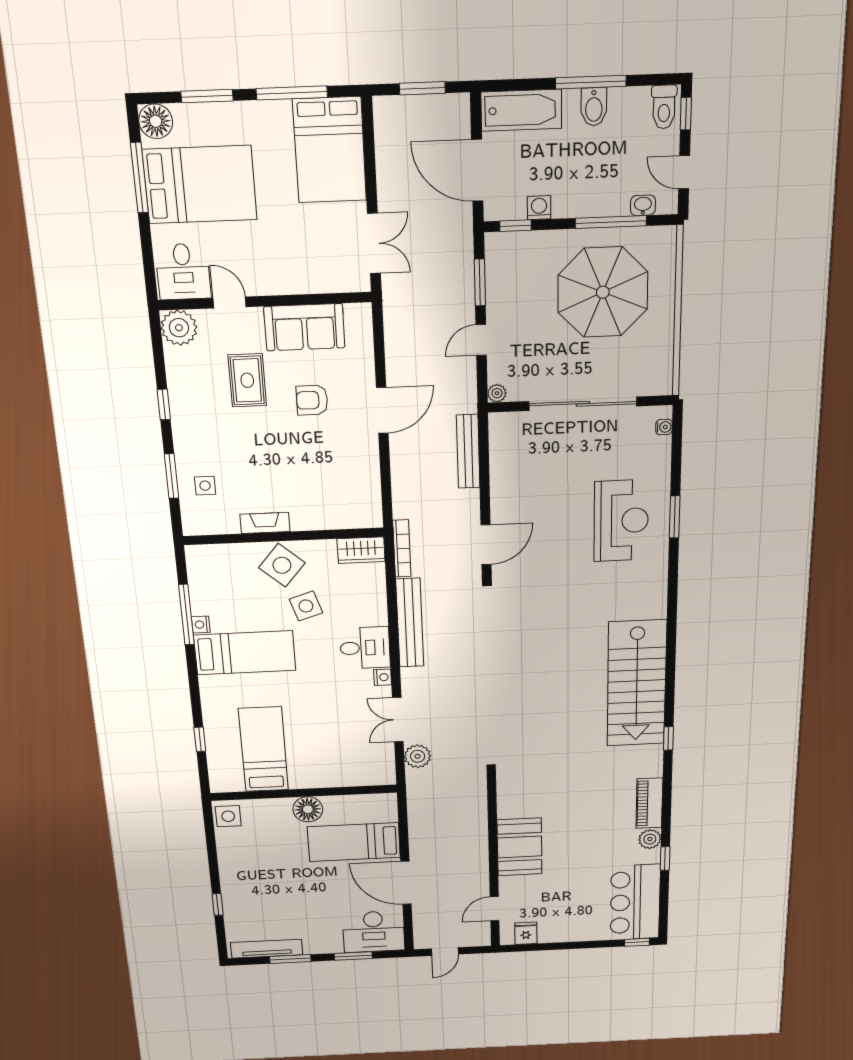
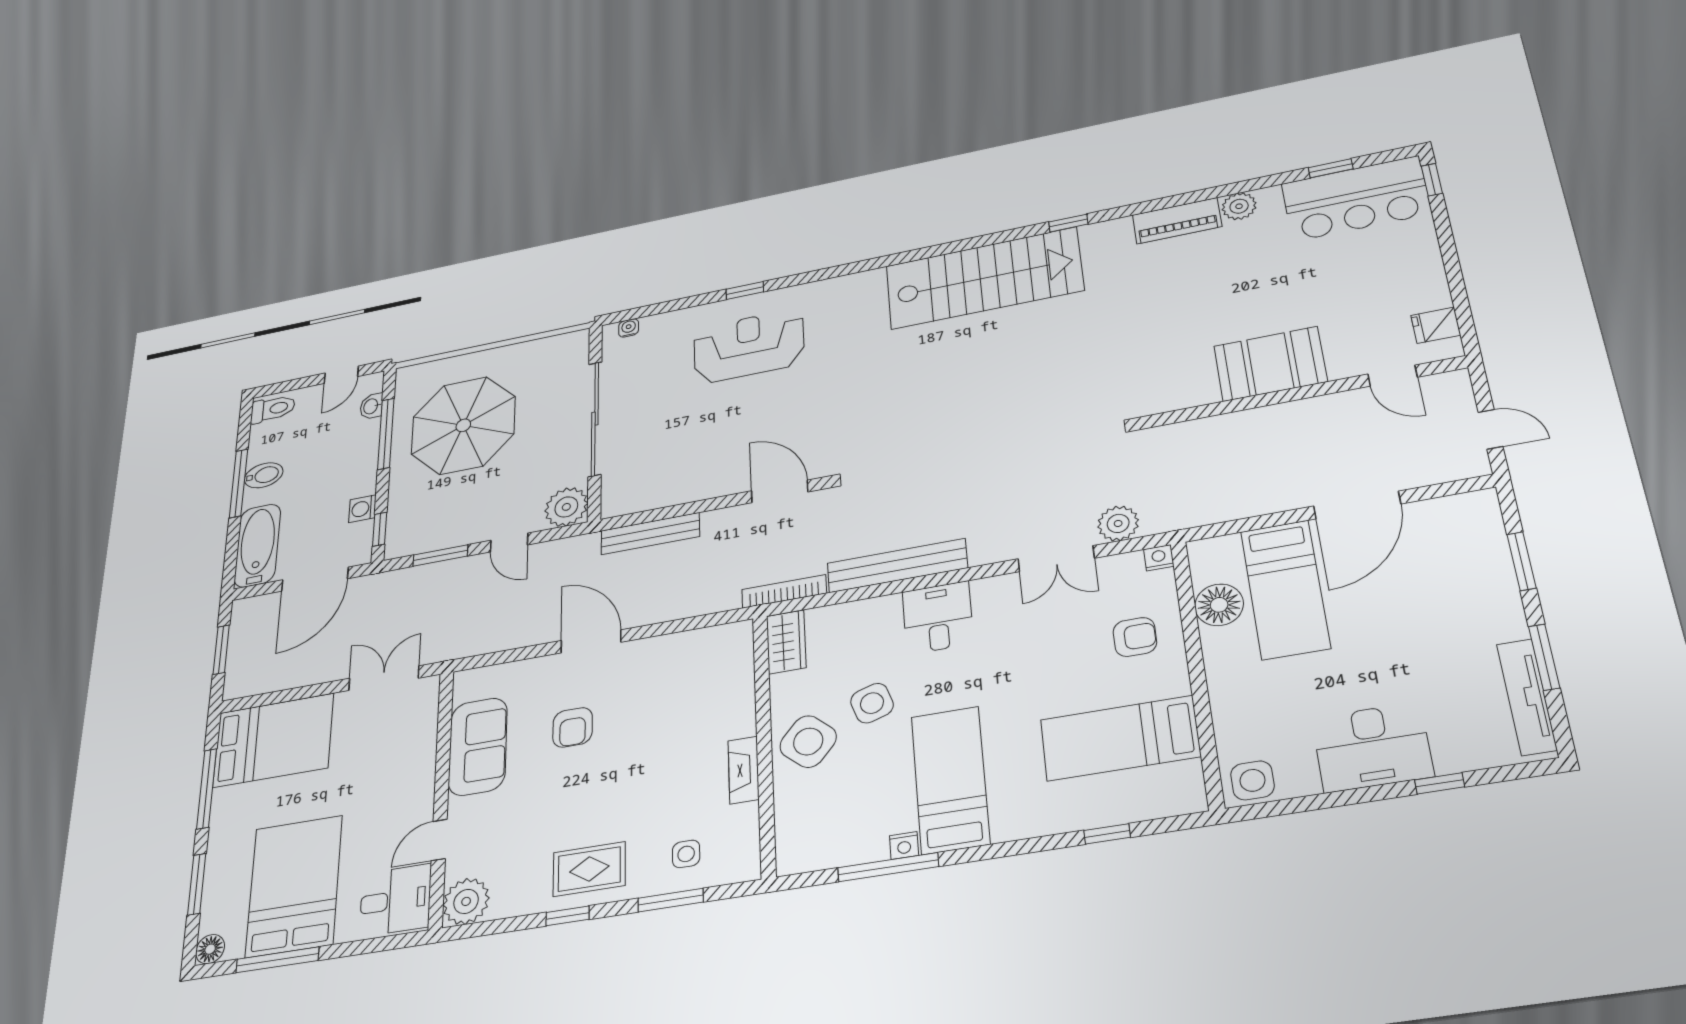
window: (686, 114) -> (282, 387), removed
floor lamp: (156, 121) -> (210, 949), width x0.73, depth x0.73
rug: (247, 380) -> (589, 869), moved
plant: (497, 393) -> (566, 507), width x1.87, depth x1.87
window: (675, 517) -> (745, 291), width x0.67
nightstand: (383, 677) -> (1159, 558), moved
armchair: (333, 761) -> (1135, 637), added
floor lamp: (308, 809) -> (1219, 605), moved
window: (665, 858) -> (1331, 168), moved
desk: (374, 932) -> (1372, 747), moved, turned 90

